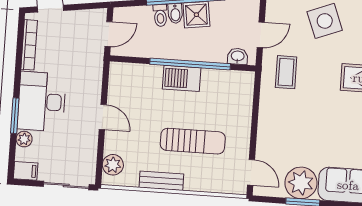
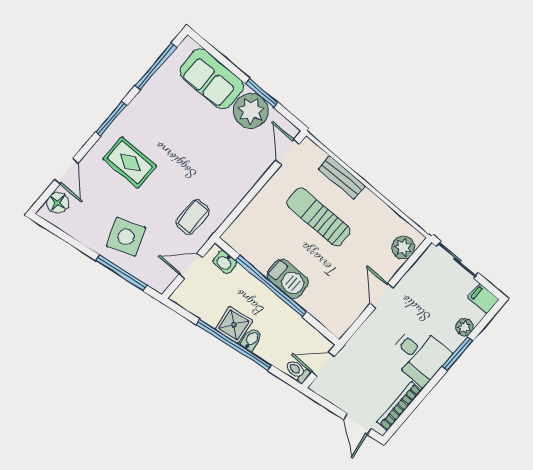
toilet: (160, 15) -> (298, 371), moved, turned -82
desk: (42, 102) -> (419, 355), width x0.73
bench: (161, 181) -> (342, 177), moved

